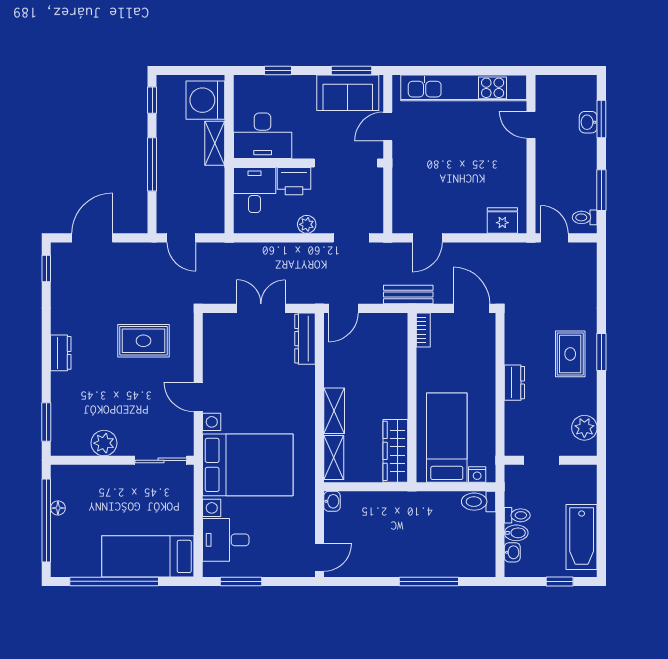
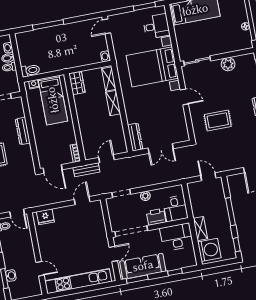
sofa: (348, 93) -> (143, 266), width x1.36
door: (343, 308) -> (106, 159), moved
dresser: (514, 383) -> (23, 131), width x1.44
wardrobe: (395, 451) -> (77, 83), width x0.67

